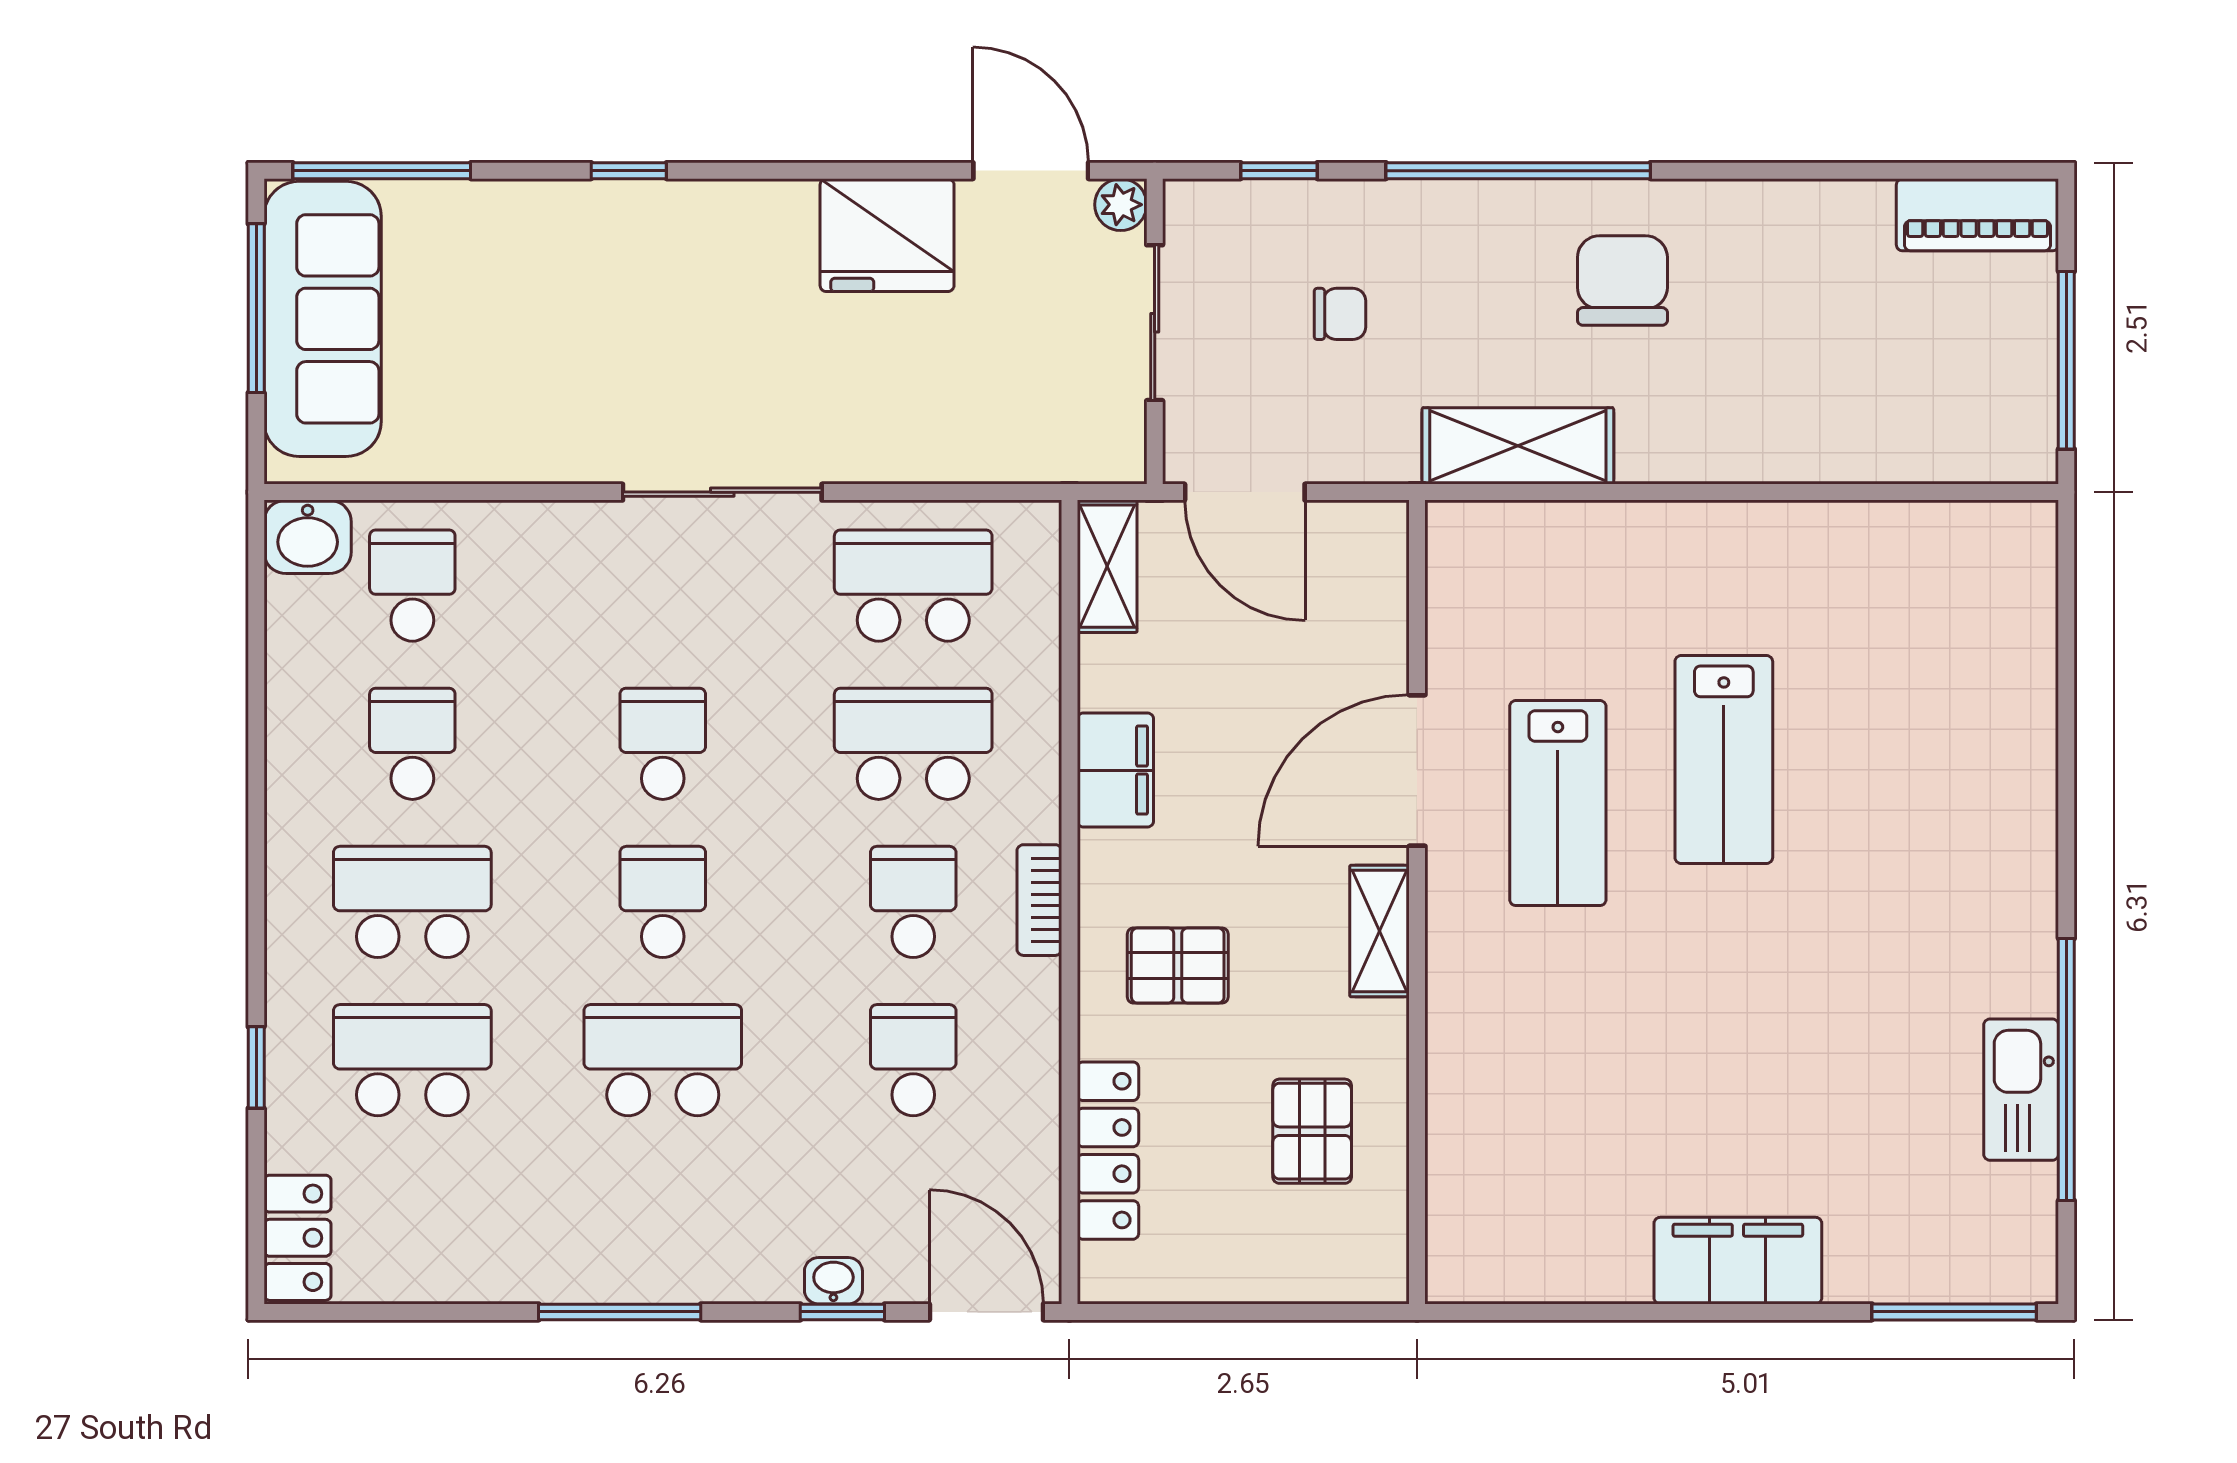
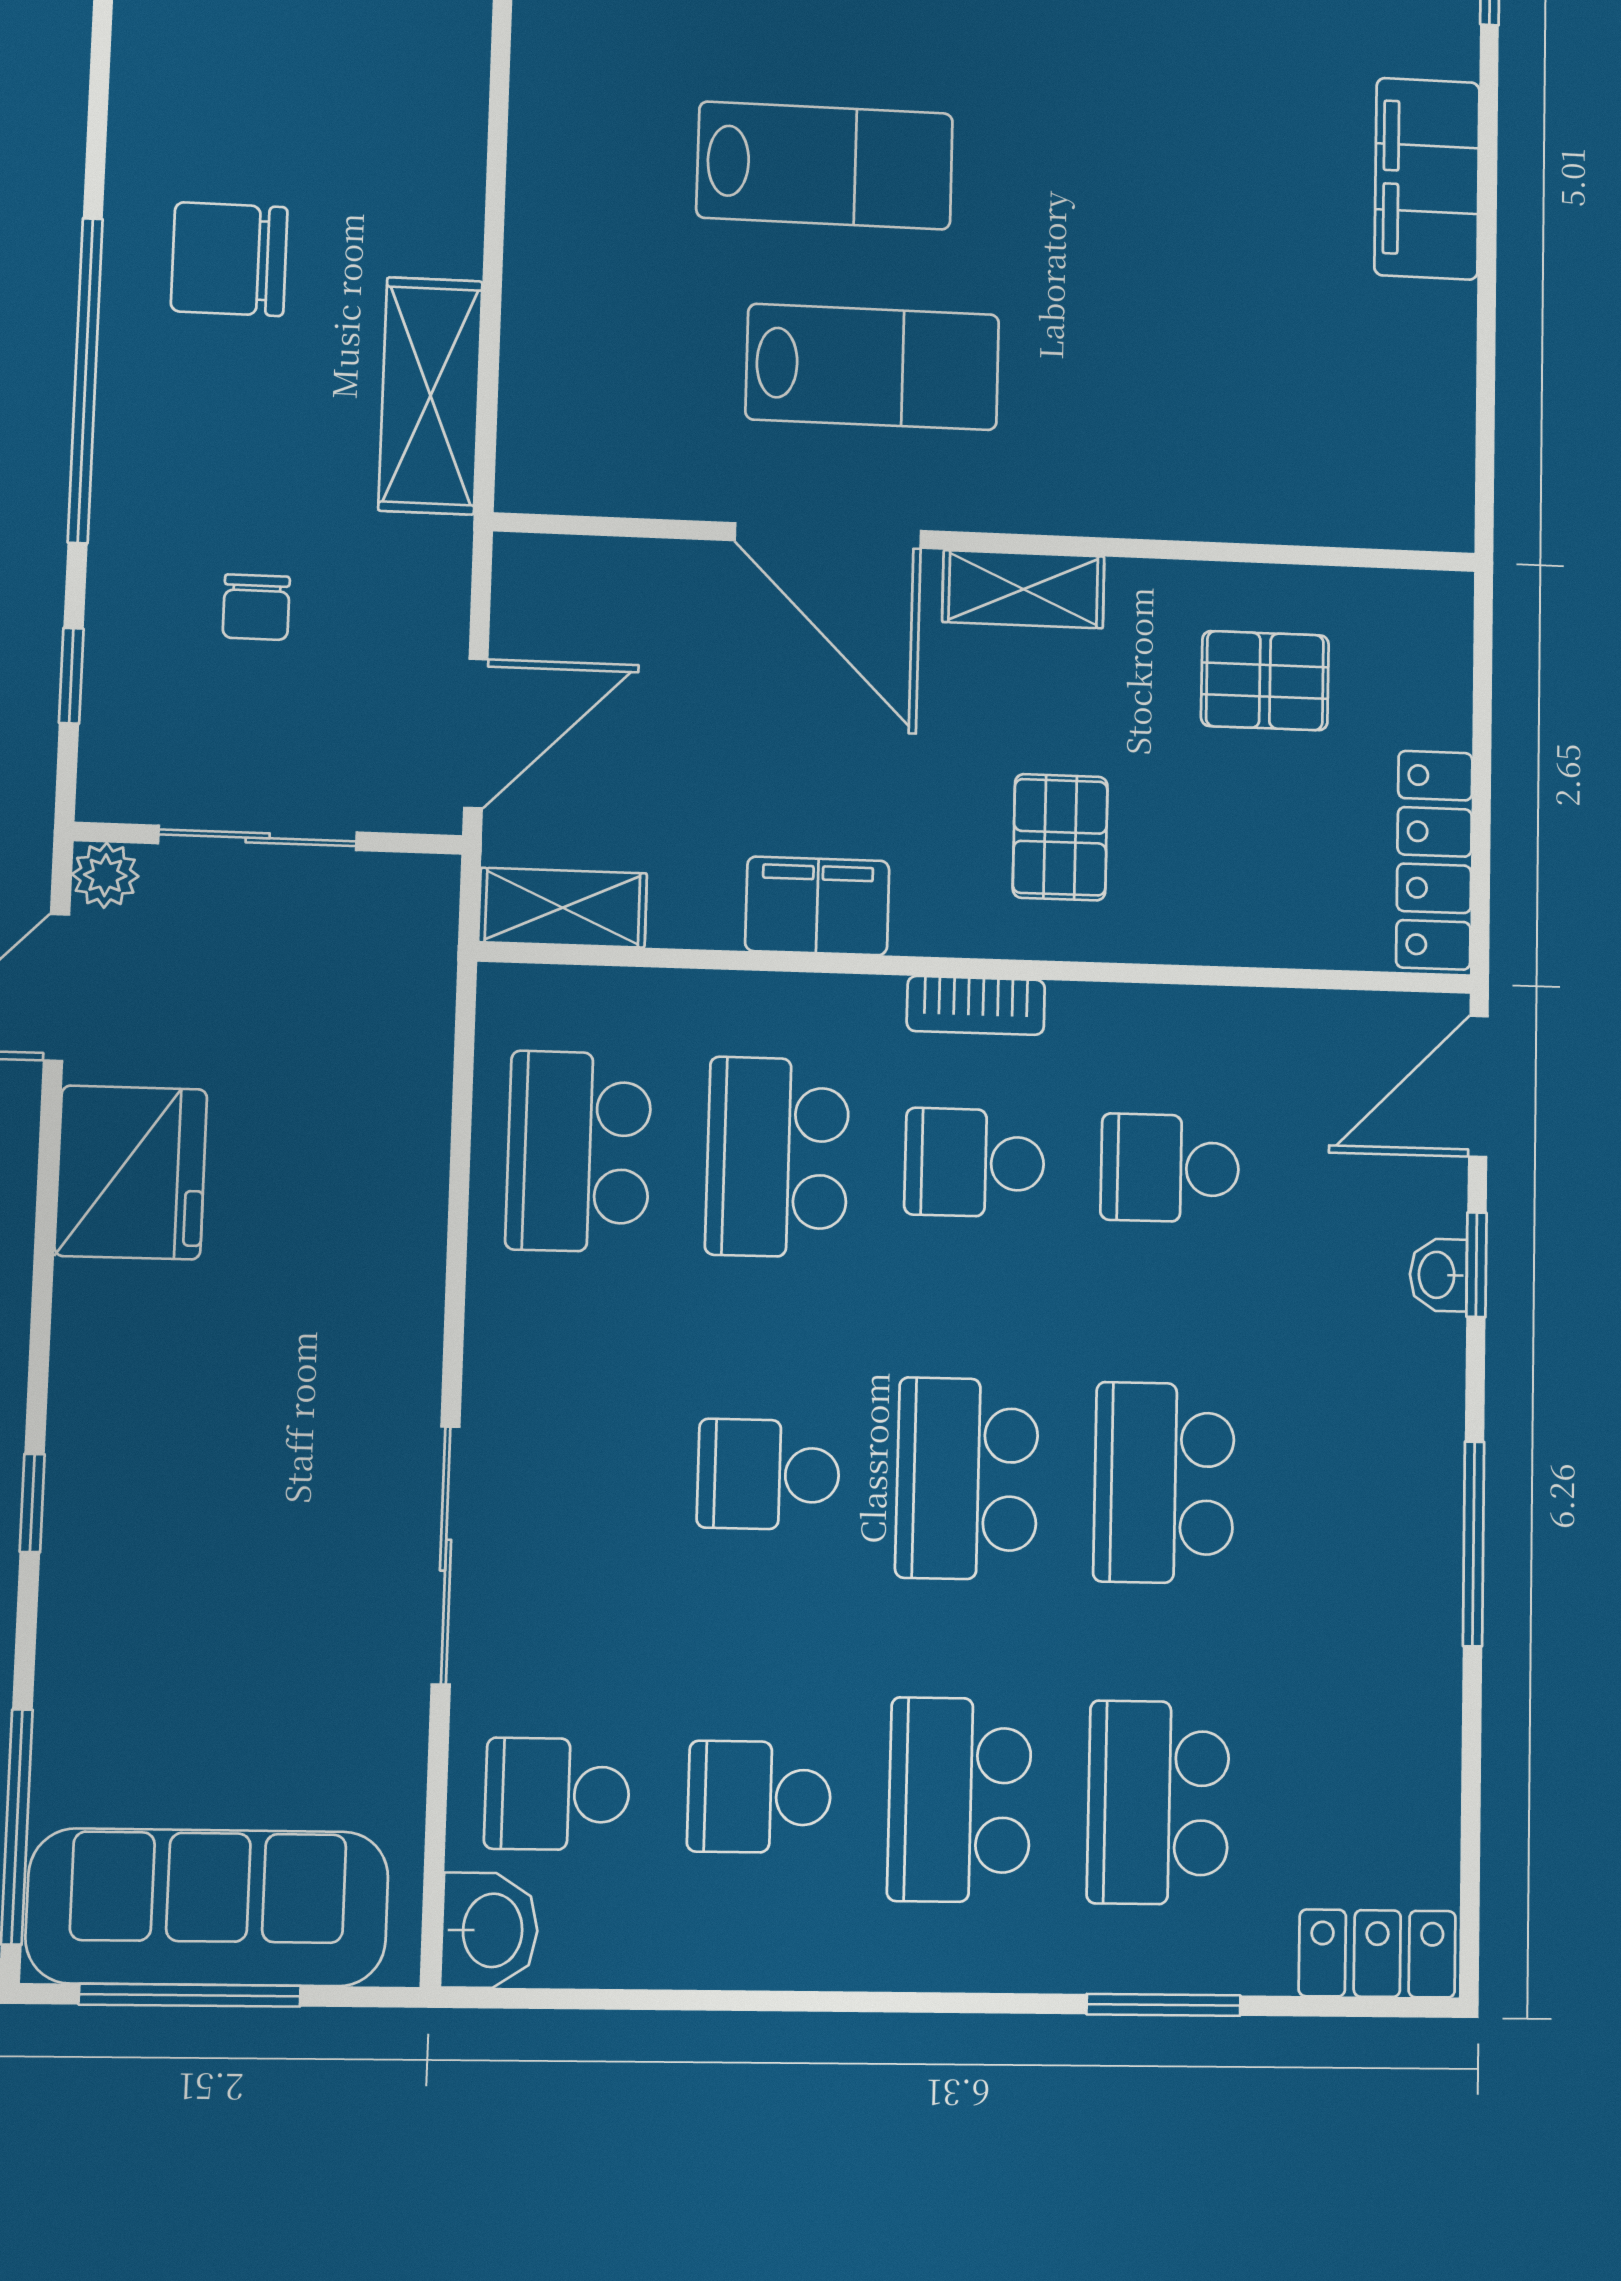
chair: (1340, 314) -> (256, 607), turned 180
sliding door: (722, 492) -> (446, 1555), moved
school desk: (663, 902) -> (967, 1479), width x1.85
window: (256, 1067) -> (1164, 2005), width x1.50
locker: (1108, 1151) -> (1434, 860), moved, turned -90

